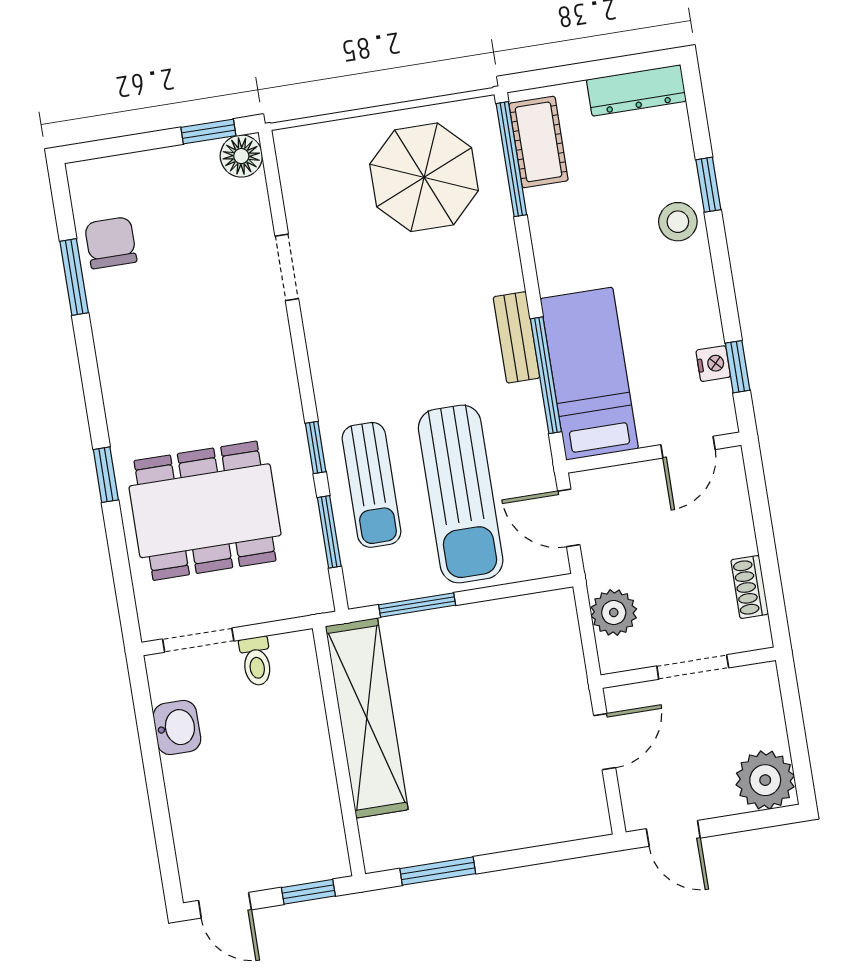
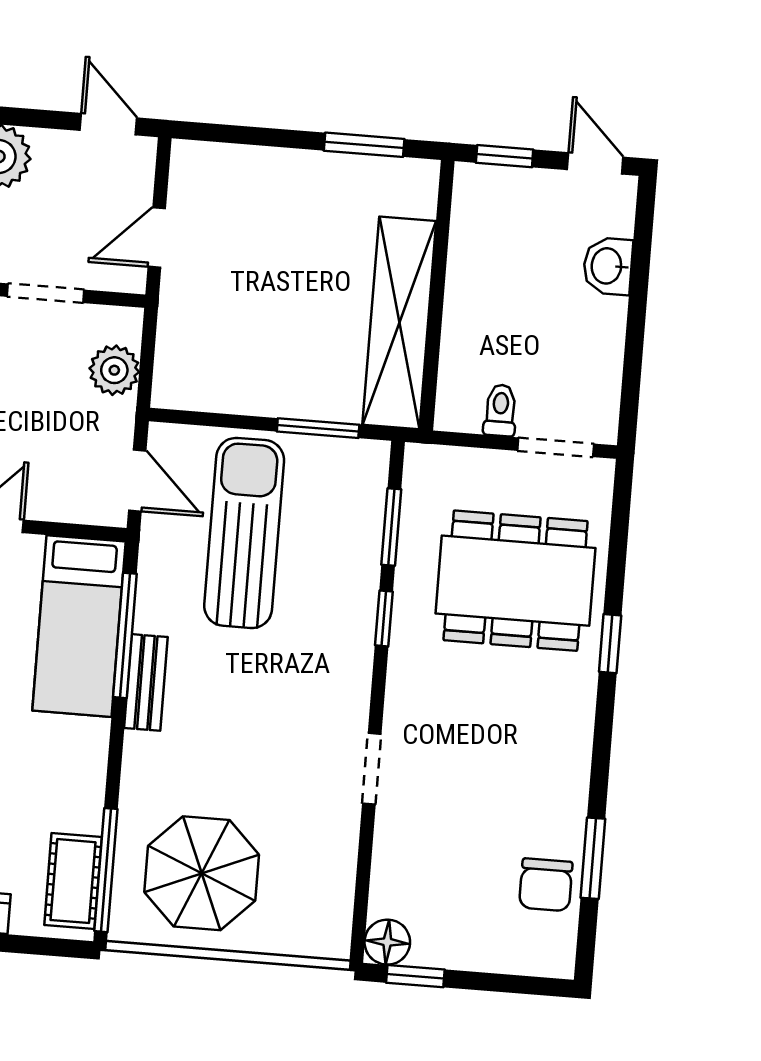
doorway: (287, 267) -> (372, 769), moved
sun lounger: (371, 485) -> (335, 565), removed
washbasin: (177, 728) -> (608, 266), moved

